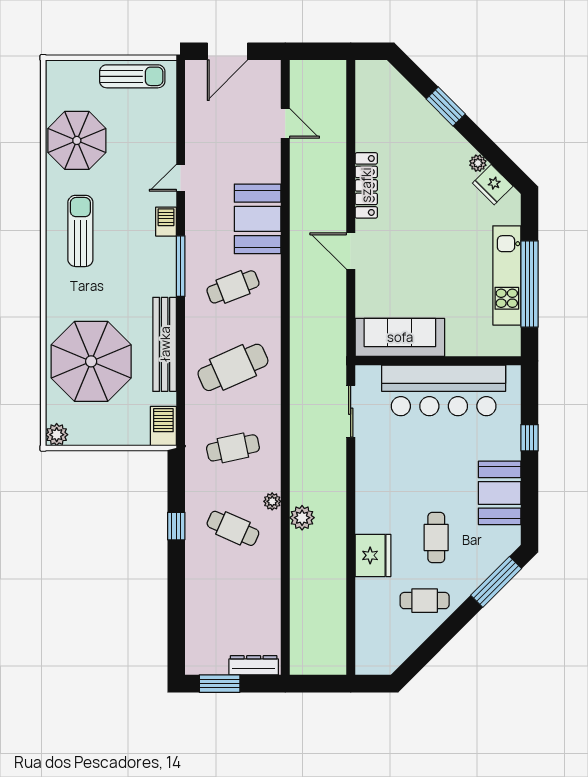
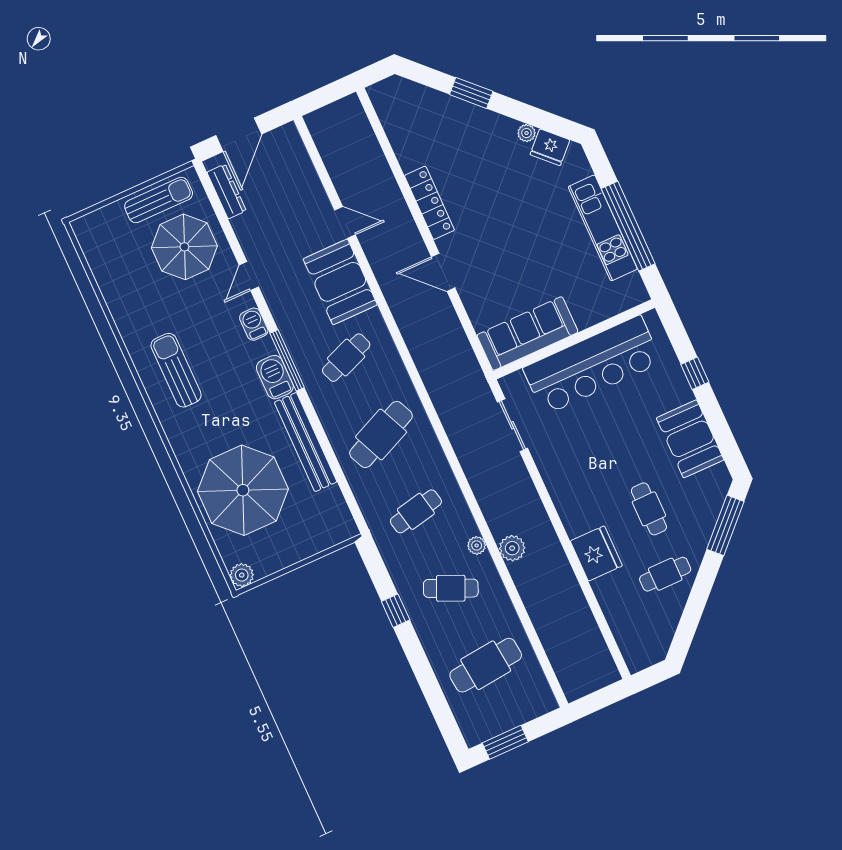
door: (285, 123) -> (345, 222), moved
parasol: (77, 140) -> (184, 247), moved
barbecue: (163, 426) -> (275, 377), moved
cafe table: (233, 609) -> (486, 665), added
dresser: (254, 665) -> (227, 191), moved, turned 90

